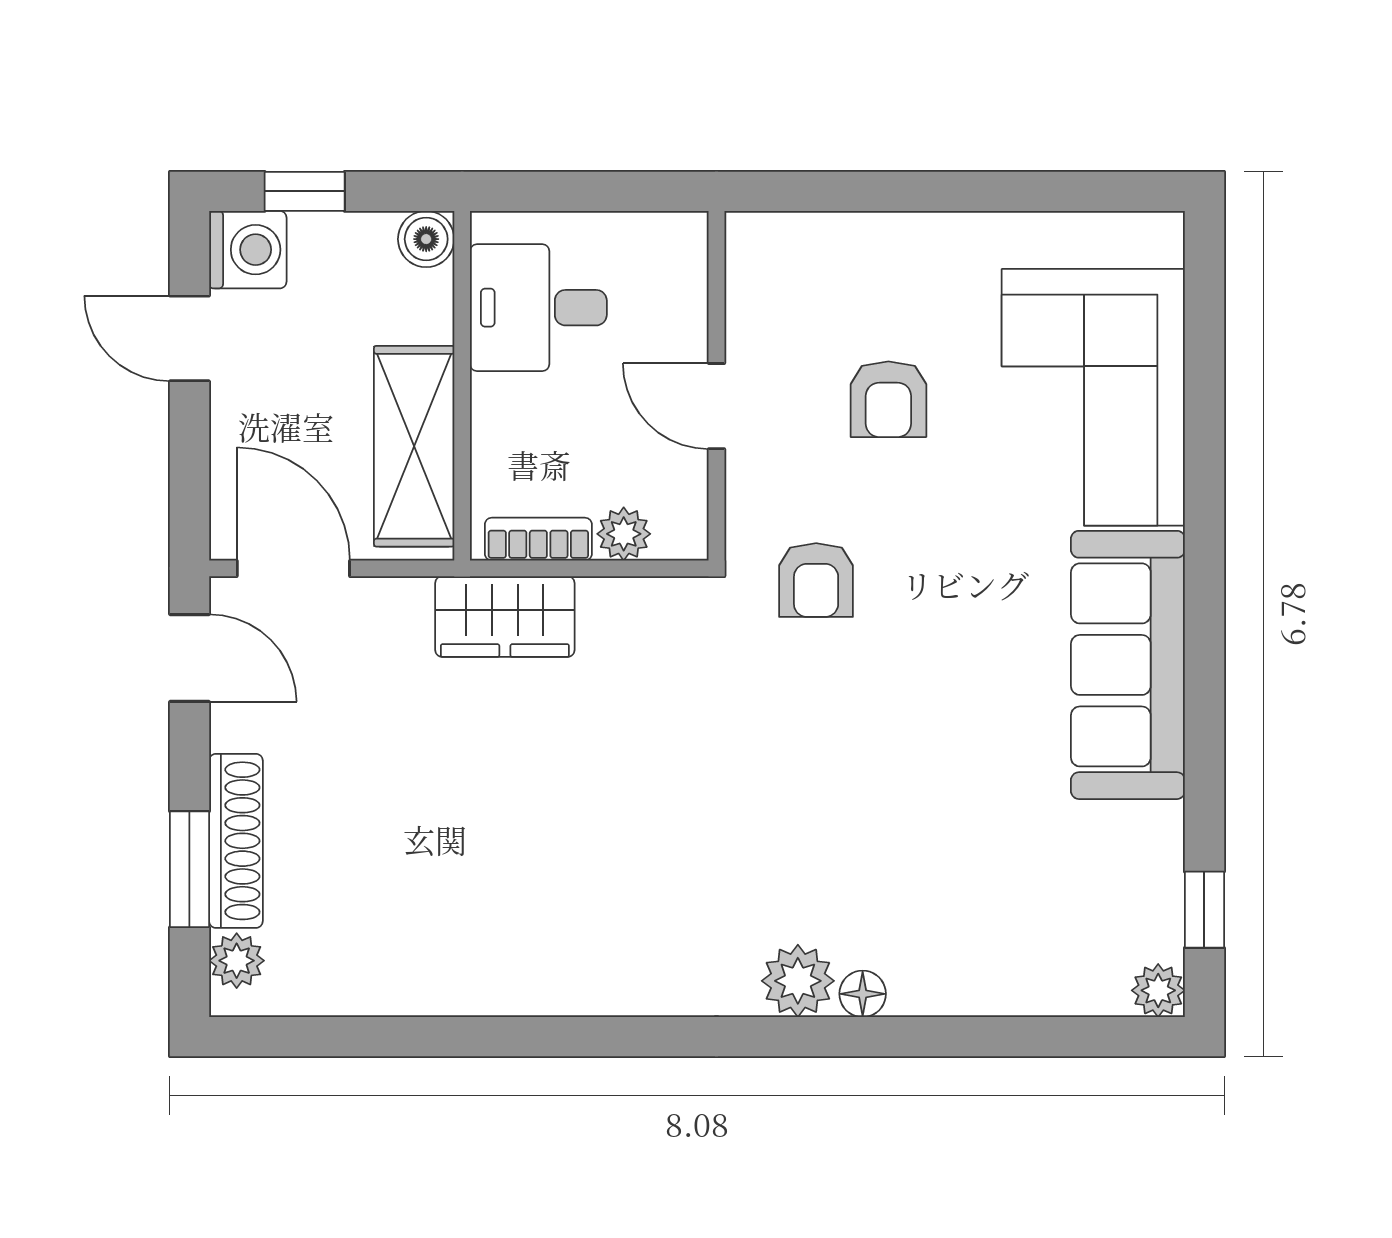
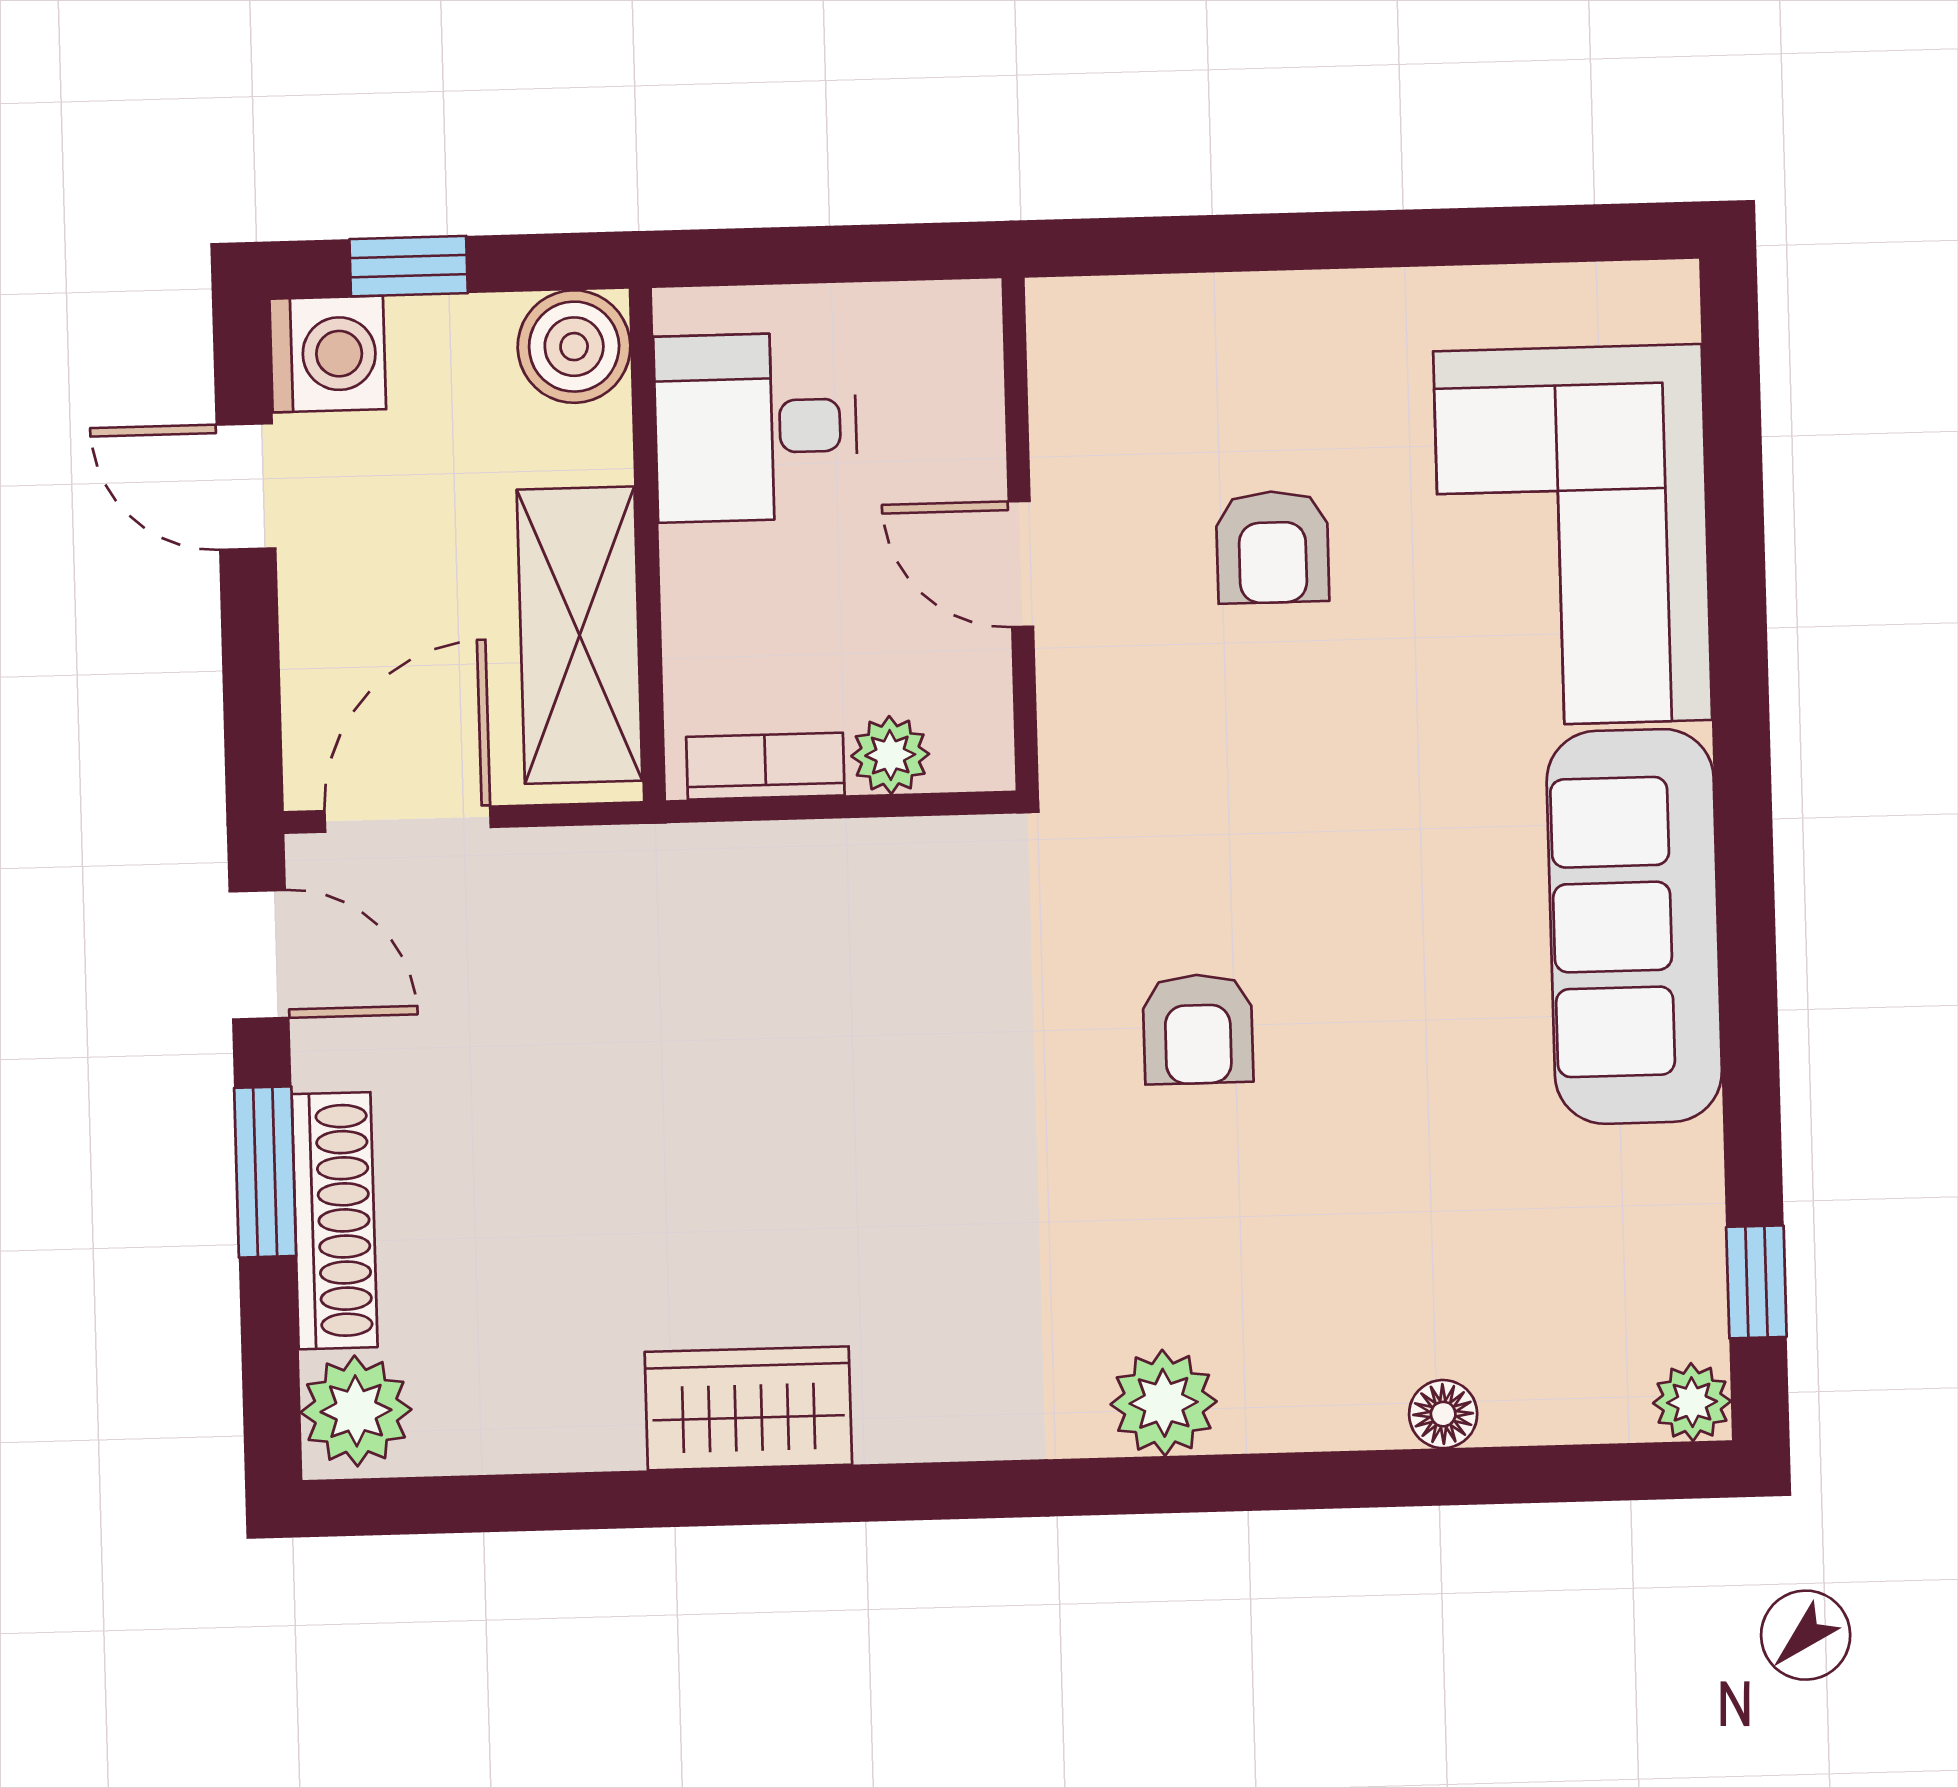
boiler: (426, 239) -> (574, 347), width x1.36, depth x1.36
door: (293, 568) -> (408, 819), hinge flipped
armchair: (816, 580) -> (1198, 1029), moved
wardrobe: (505, 617) -> (748, 1408), moved, turned 180
window: (189, 869) -> (265, 1172), moved
plant: (237, 961) -> (356, 1411), width x1.38, depth x1.38
floor lamp: (863, 994) -> (1443, 1414), moved

